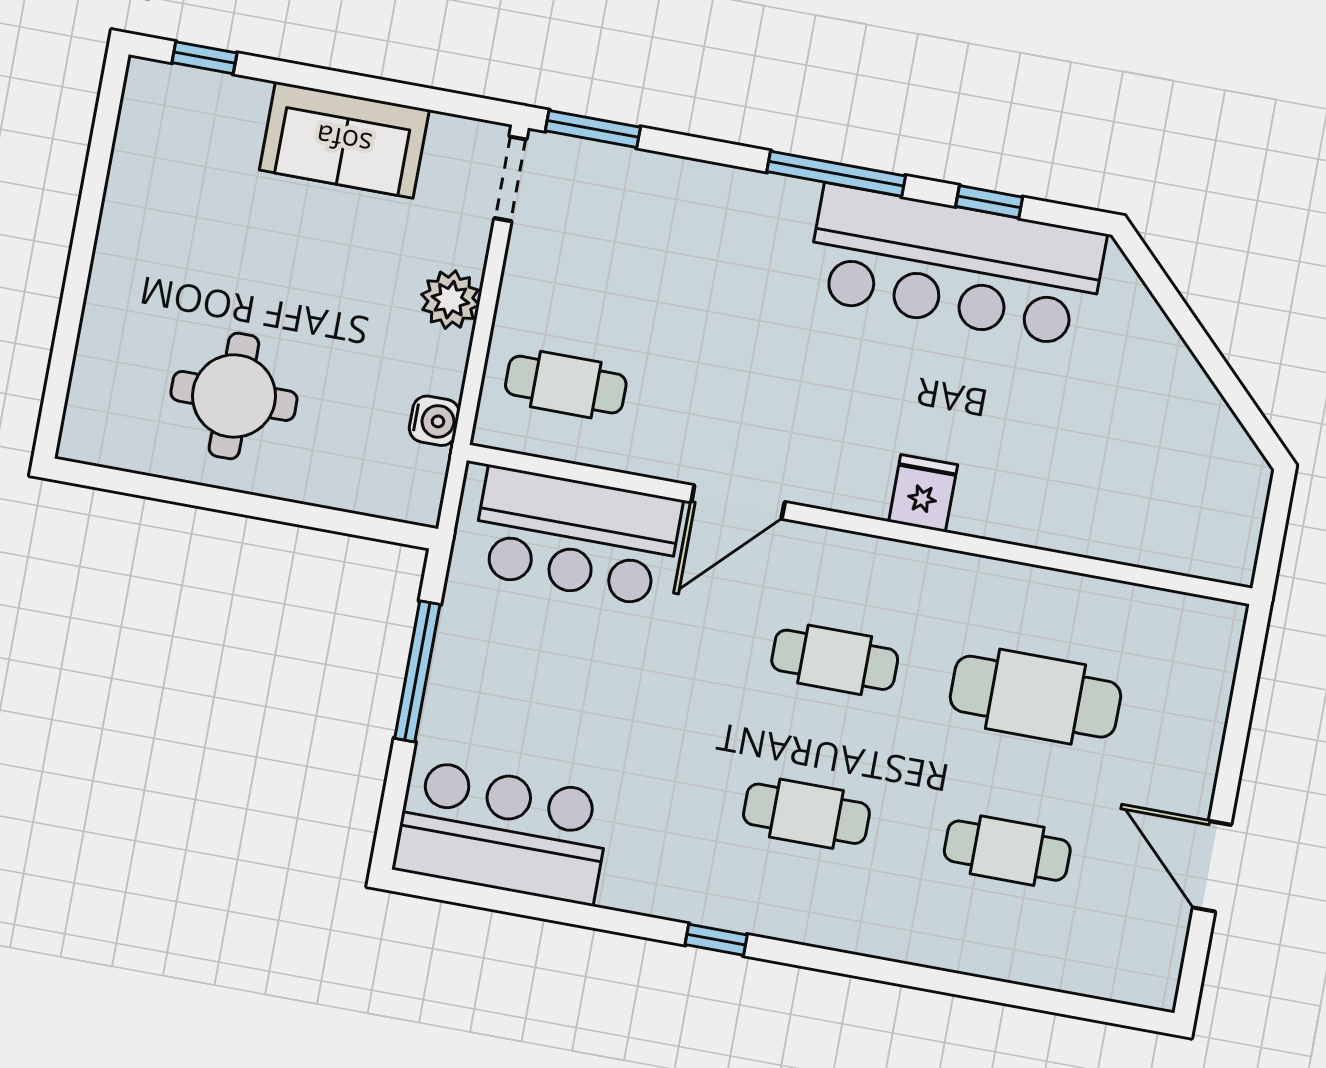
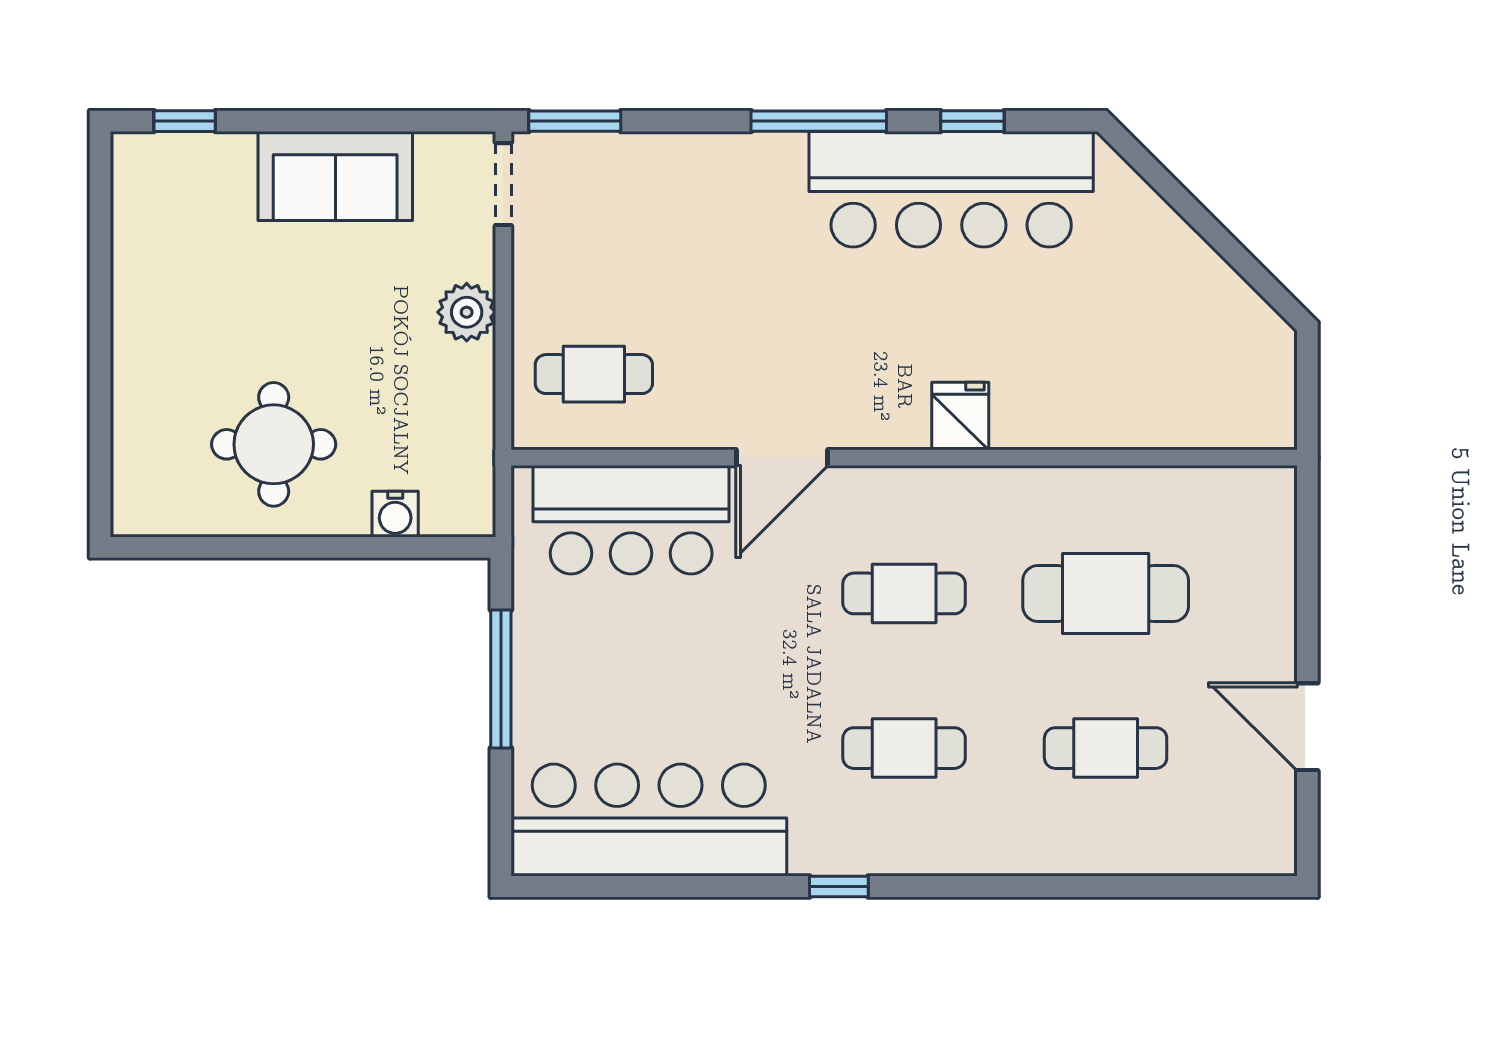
water cooler: (434, 421) -> (395, 514), moved, turned 90
bar counter: (502, 832) -> (649, 820), width x1.36

